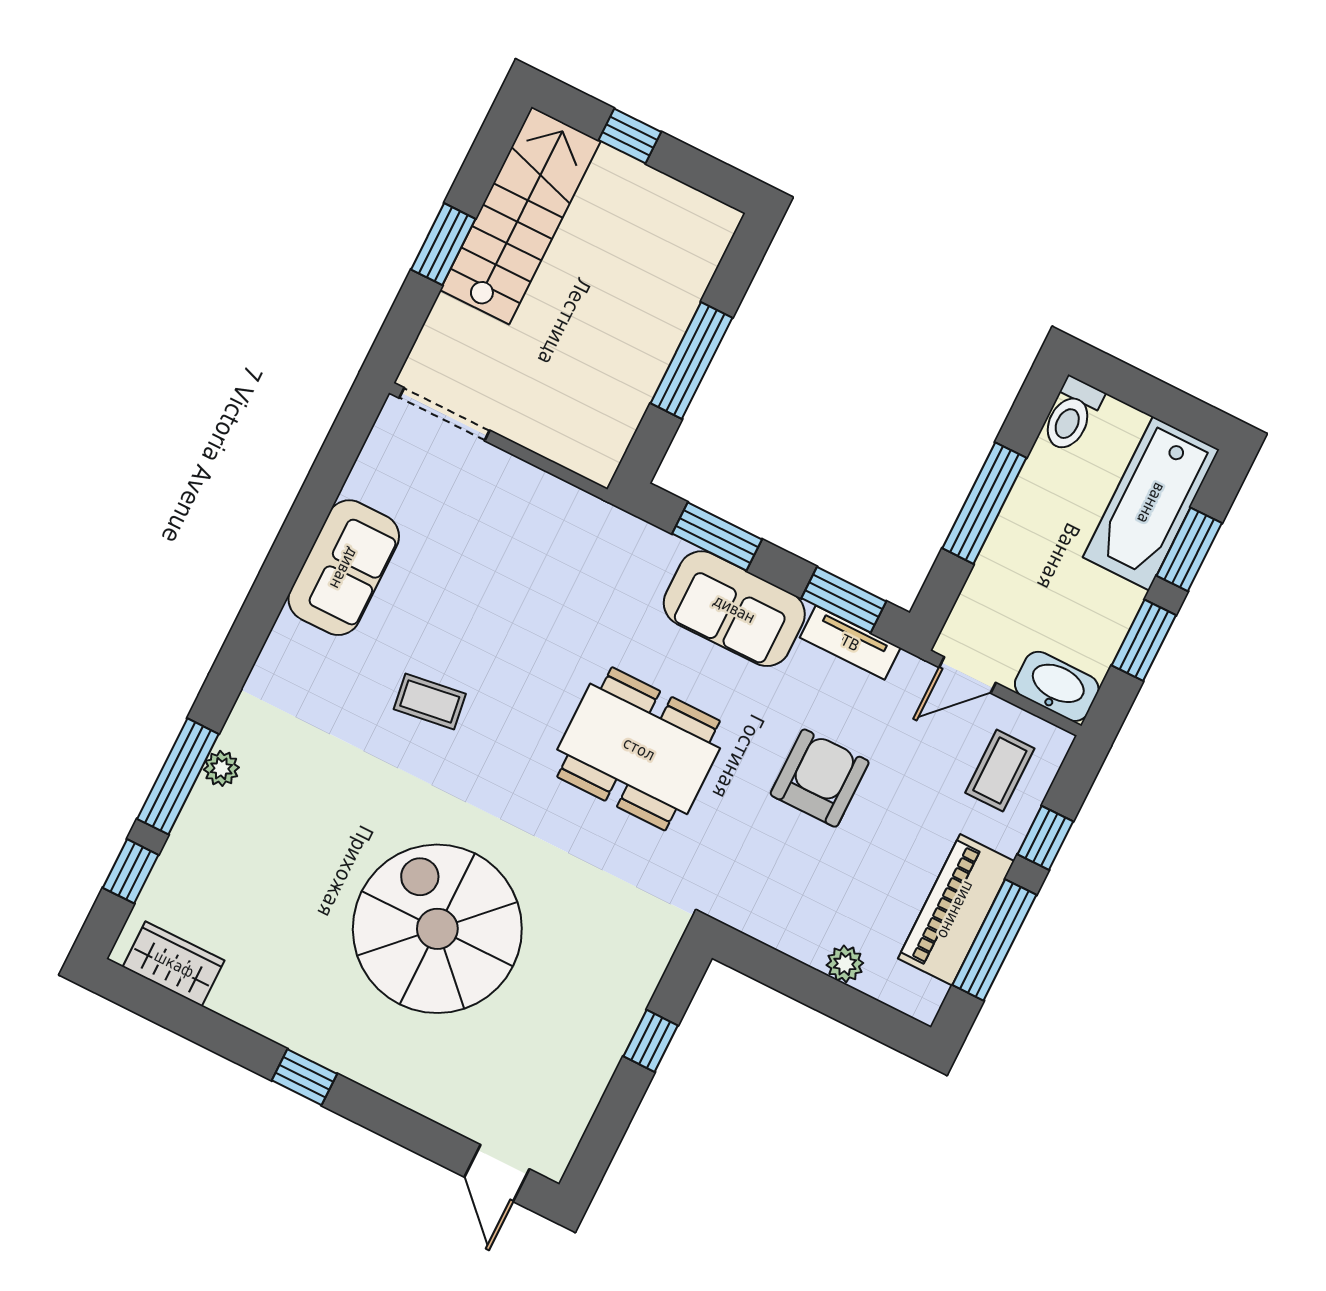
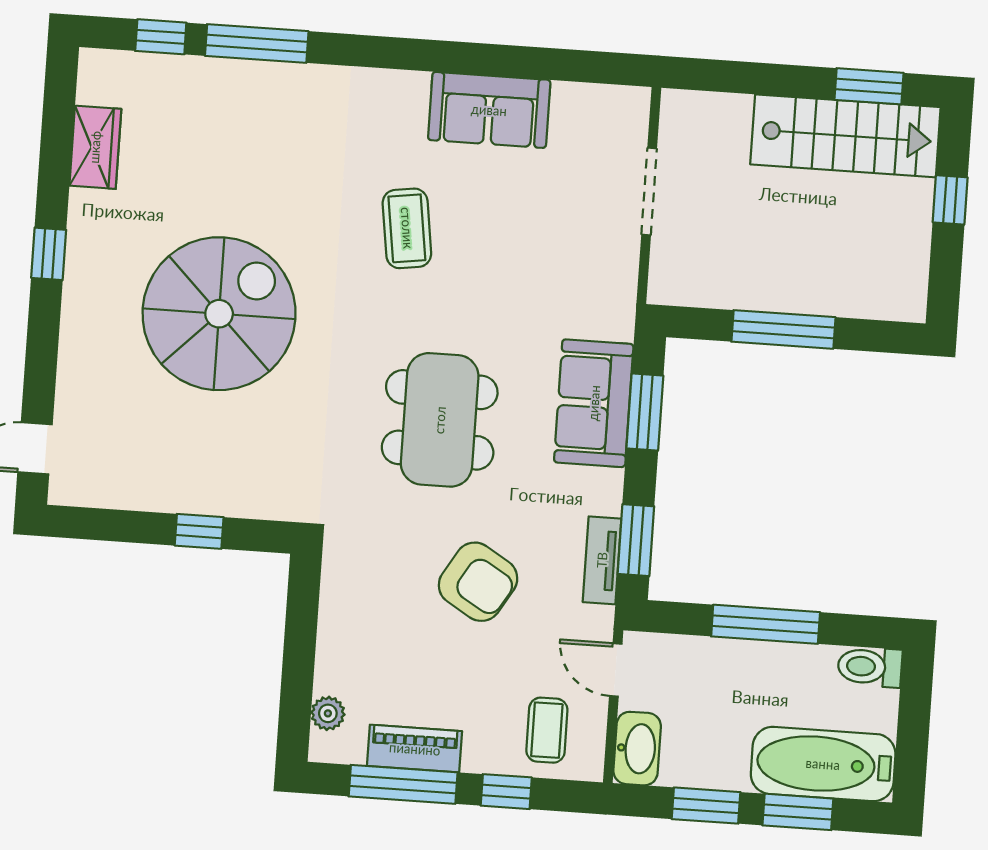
window: (443, 244) -> (869, 86), moved
doorway: (444, 414) -> (649, 191), moved
sofa: (734, 609) -> (594, 403), moved
coffee table: (430, 701) -> (407, 228), width x1.36, depth x1.30
plant: (221, 768) -> (278, 77), removed
coffee table: (1000, 771) -> (547, 730), turned 90
armchair: (820, 778) -> (478, 582), turned 31
piano: (956, 910) -> (415, 749), width x0.73, depth x0.75
wardrobe: (174, 964) -> (95, 147), moved
plant: (845, 964) -> (328, 713), moved

